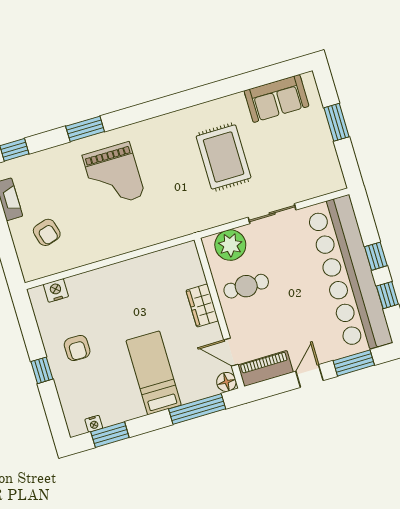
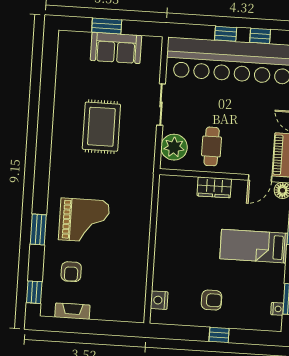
sofa: (276, 98) -> (116, 48), moved, turned 90
rug: (224, 157) -> (101, 127), turned 90
armchair: (47, 232) -> (71, 272), moved, turned 106

